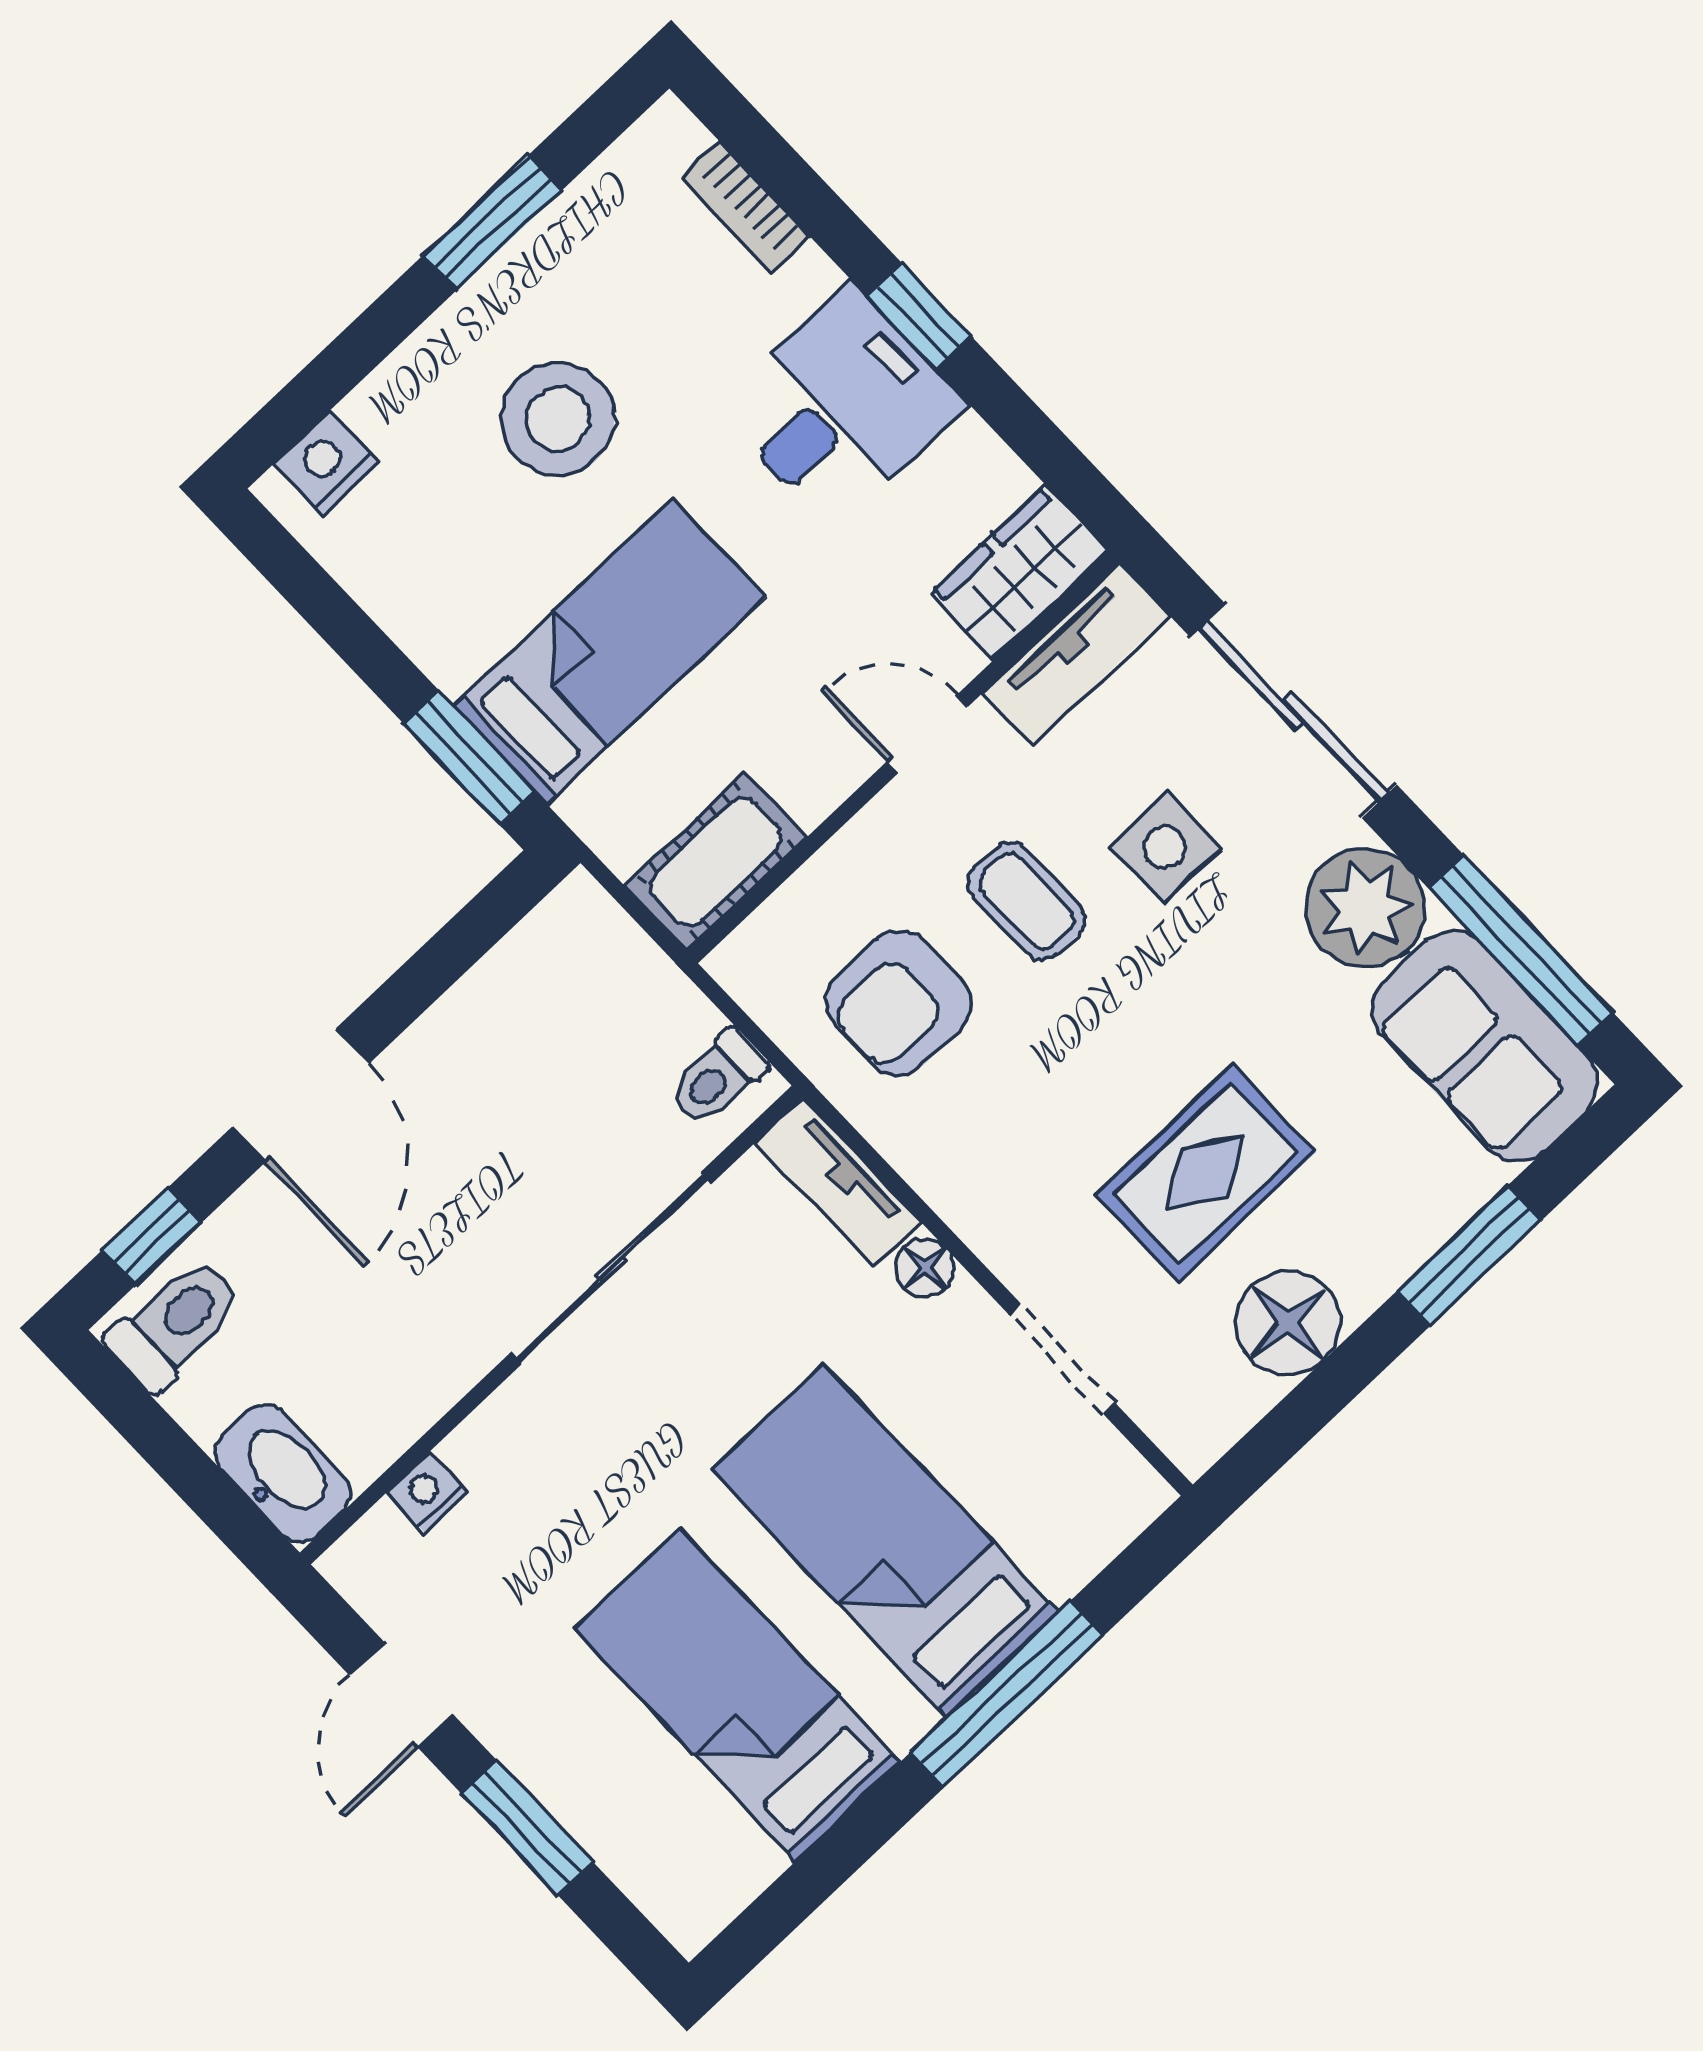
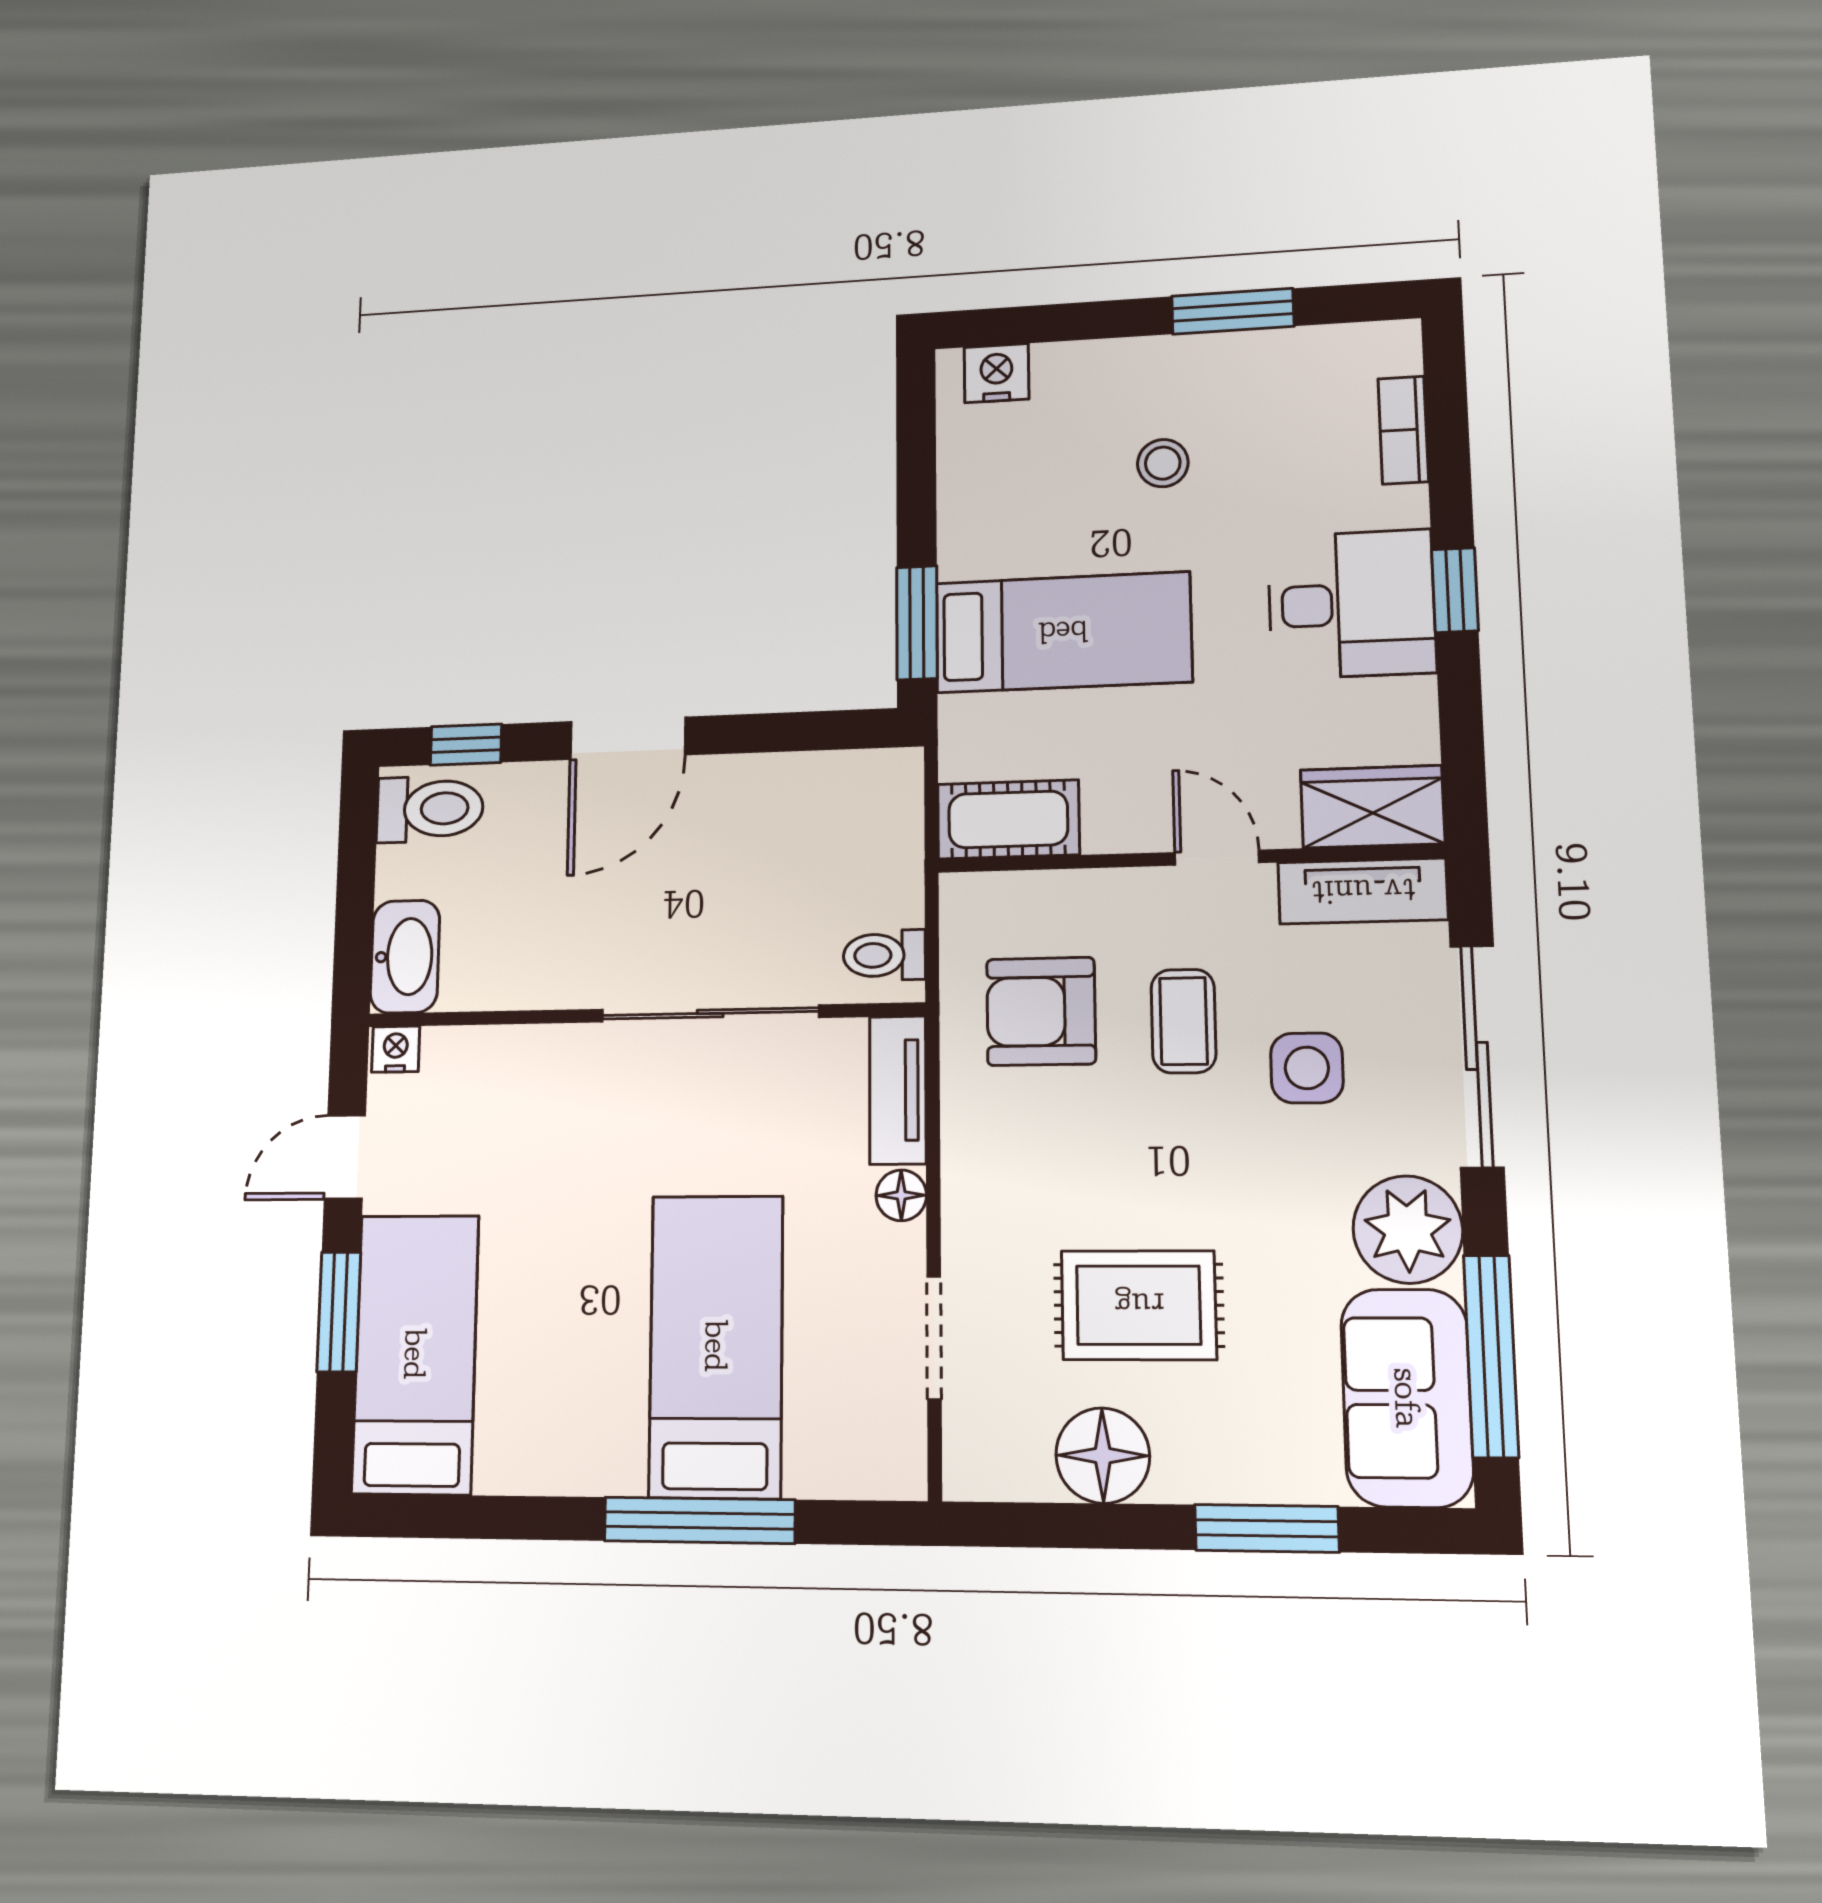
stool: (558, 419) -> (1163, 463), width x0.53, depth x0.53
nightstand: (427, 1492) -> (396, 1049), moved
bed: (737, 1695) -> (415, 1354), moved

